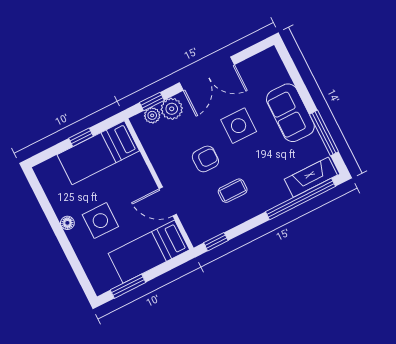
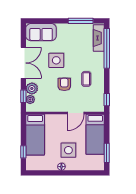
sofa: (290, 113) -> (41, 32), moved
window: (81, 137) -> (23, 152), moved

